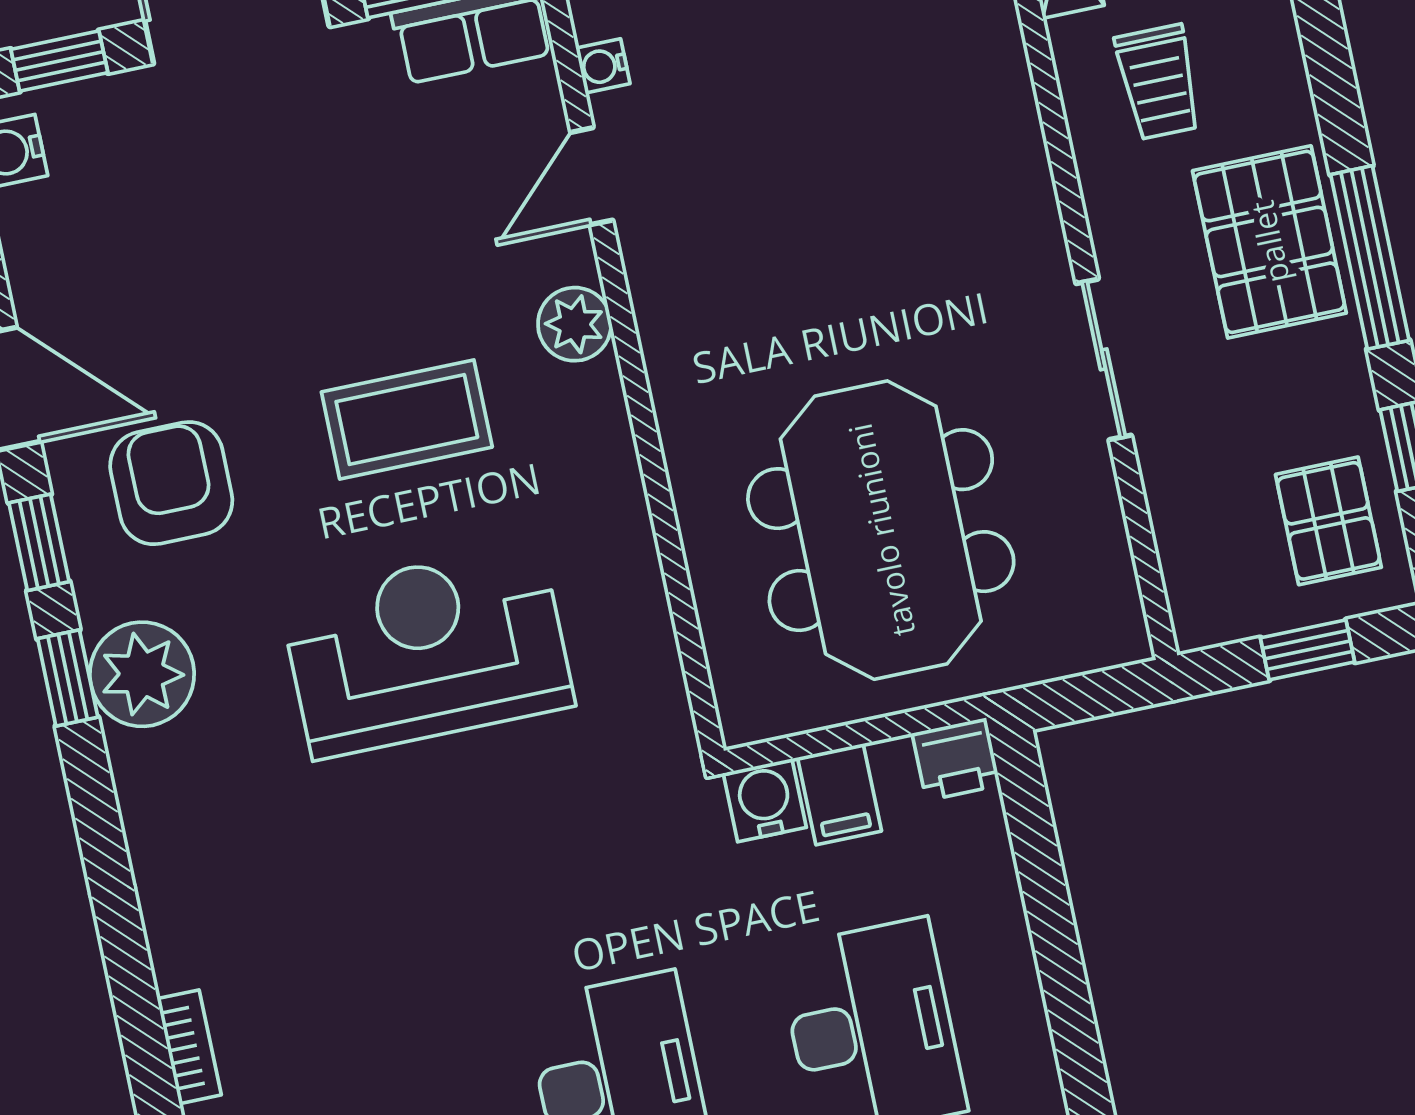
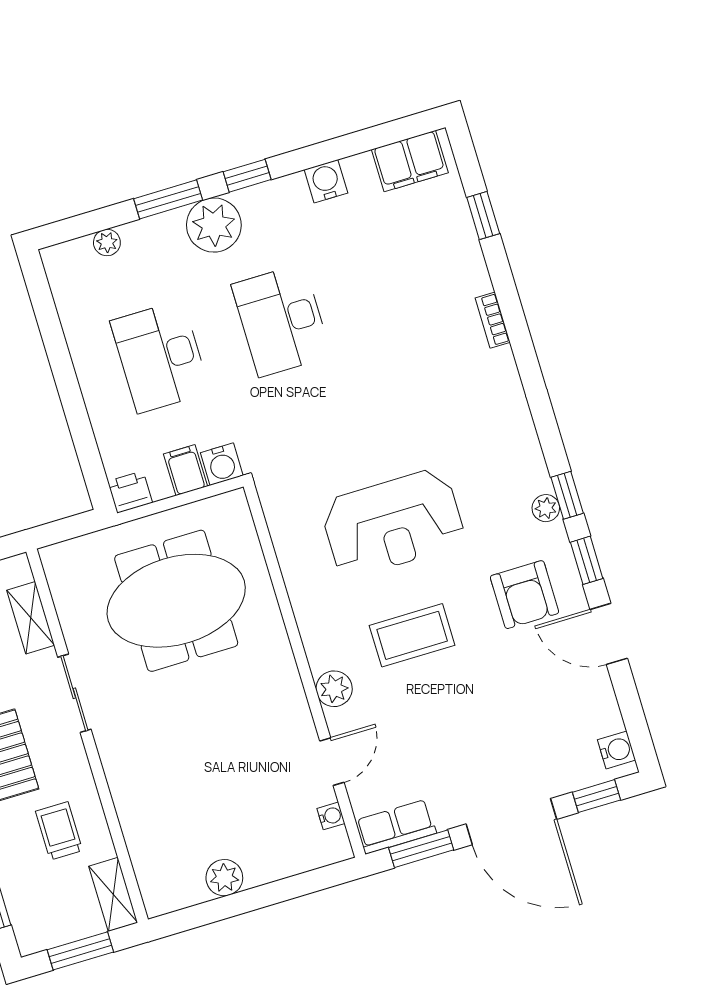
shelving: (1180, 520) -> (31, 618), added
meeting table: (881, 530) -> (176, 601), turned 90
plant: (142, 674) -> (546, 508), width x0.53, depth x0.53

